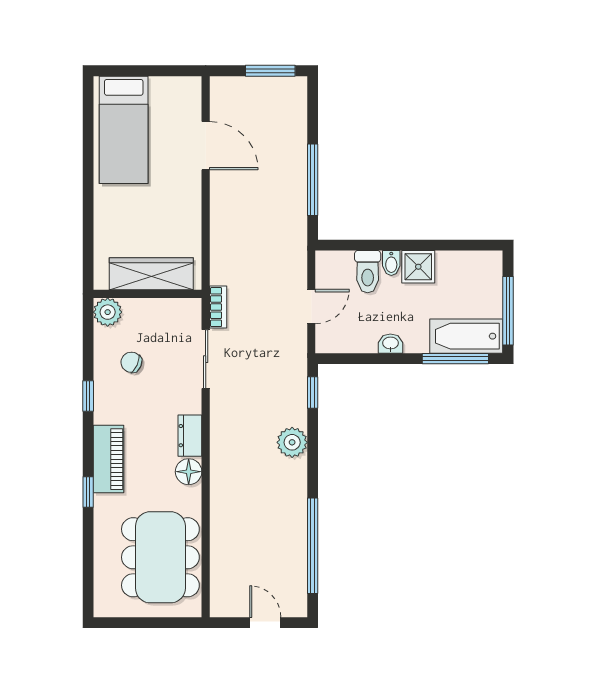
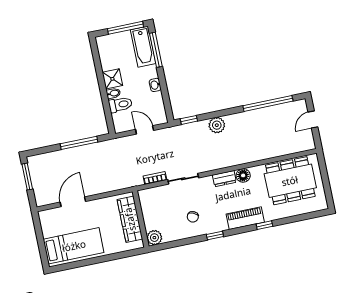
wardrobe: (151, 274) -> (130, 219), moved
wall: (148, 294) -> (141, 219), moved
plant: (108, 312) -> (154, 238), moved

